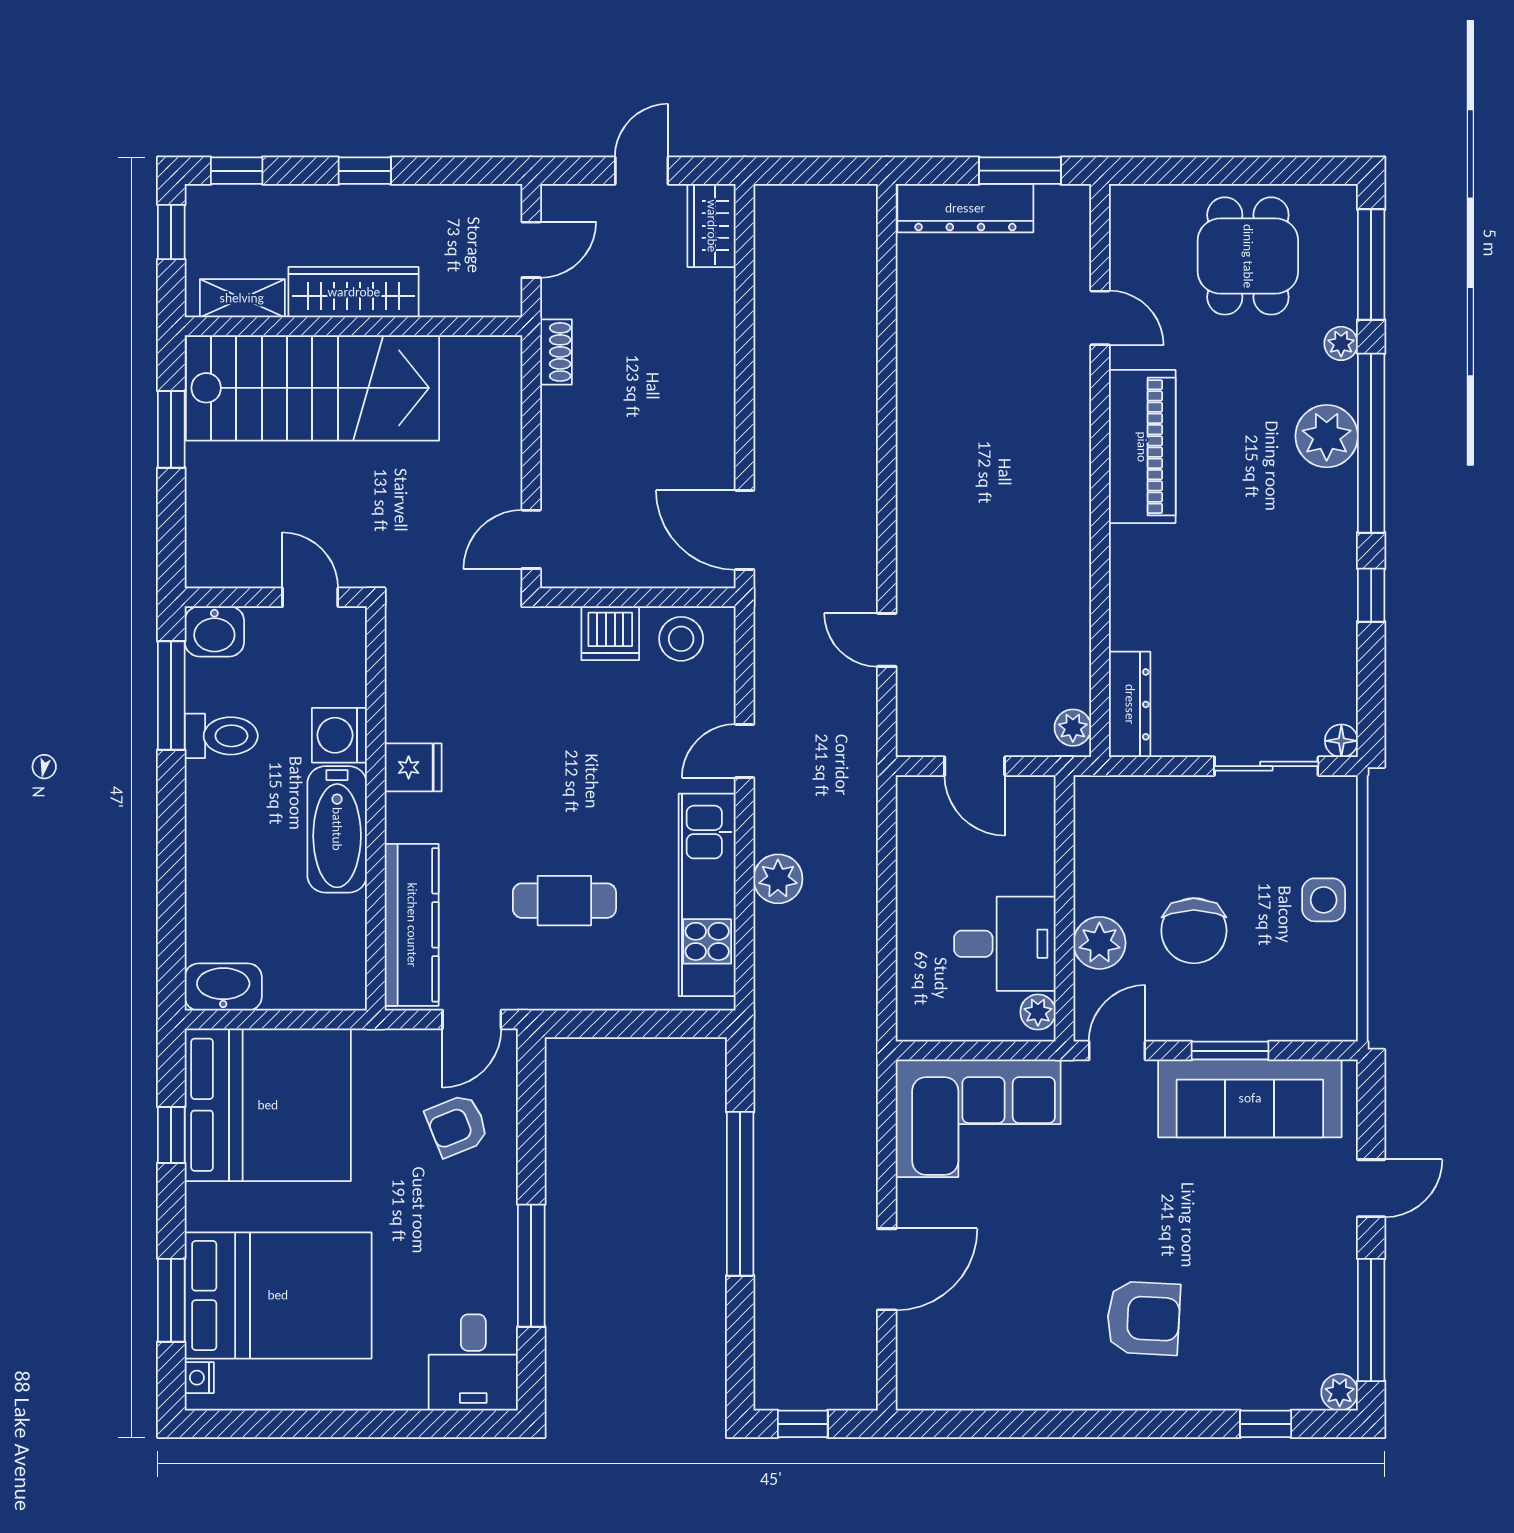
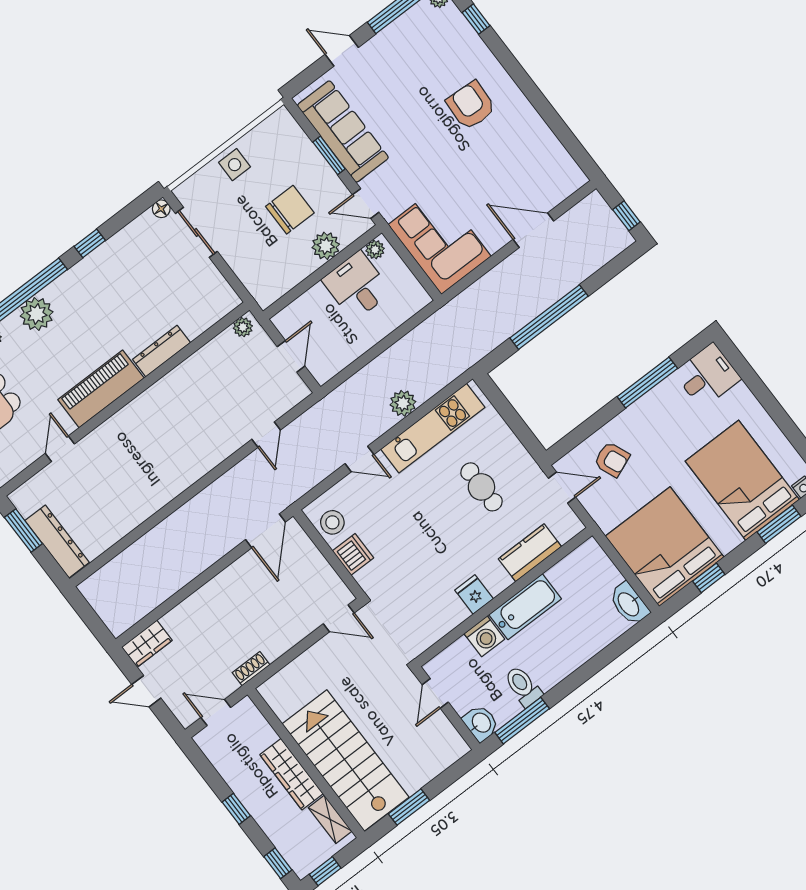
dresser: (1130, 704) -> (161, 351), moved
kitchen counter: (412, 925) -> (530, 553), width x0.67

